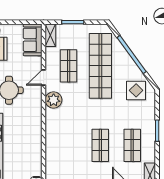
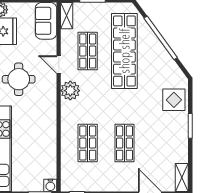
door: (44, 78) -> (59, 65), hinge flipped
display table: (136, 90) -> (174, 100), moved
shop shelf: (132, 145) -> (88, 143), moved

